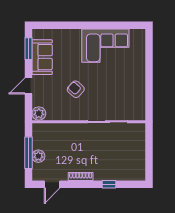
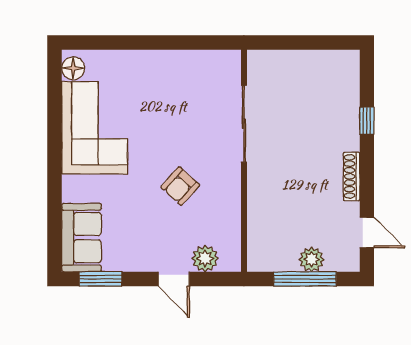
floor lamp: (136, 35) -> (73, 68), added
sofa: (42, 57) -> (82, 238), moved, turned 90
plant: (39, 113) -> (205, 258), moved

